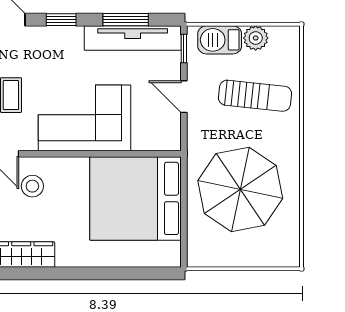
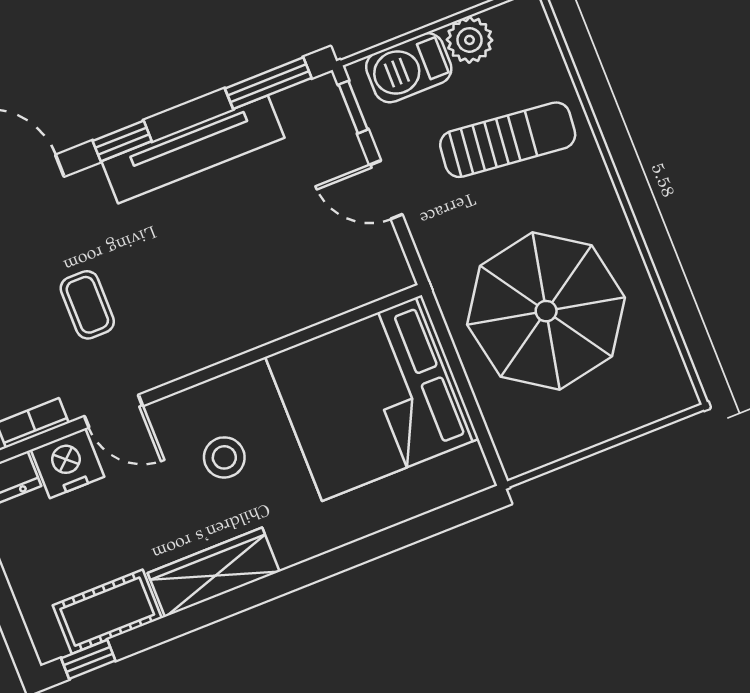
window: (126, 20) -> (268, 83), moved
tv unit: (133, 38) -> (193, 149), moved
corner sofa: (84, 118) -> (229, 294), removed
stool: (32, 186) -> (224, 457), moved

